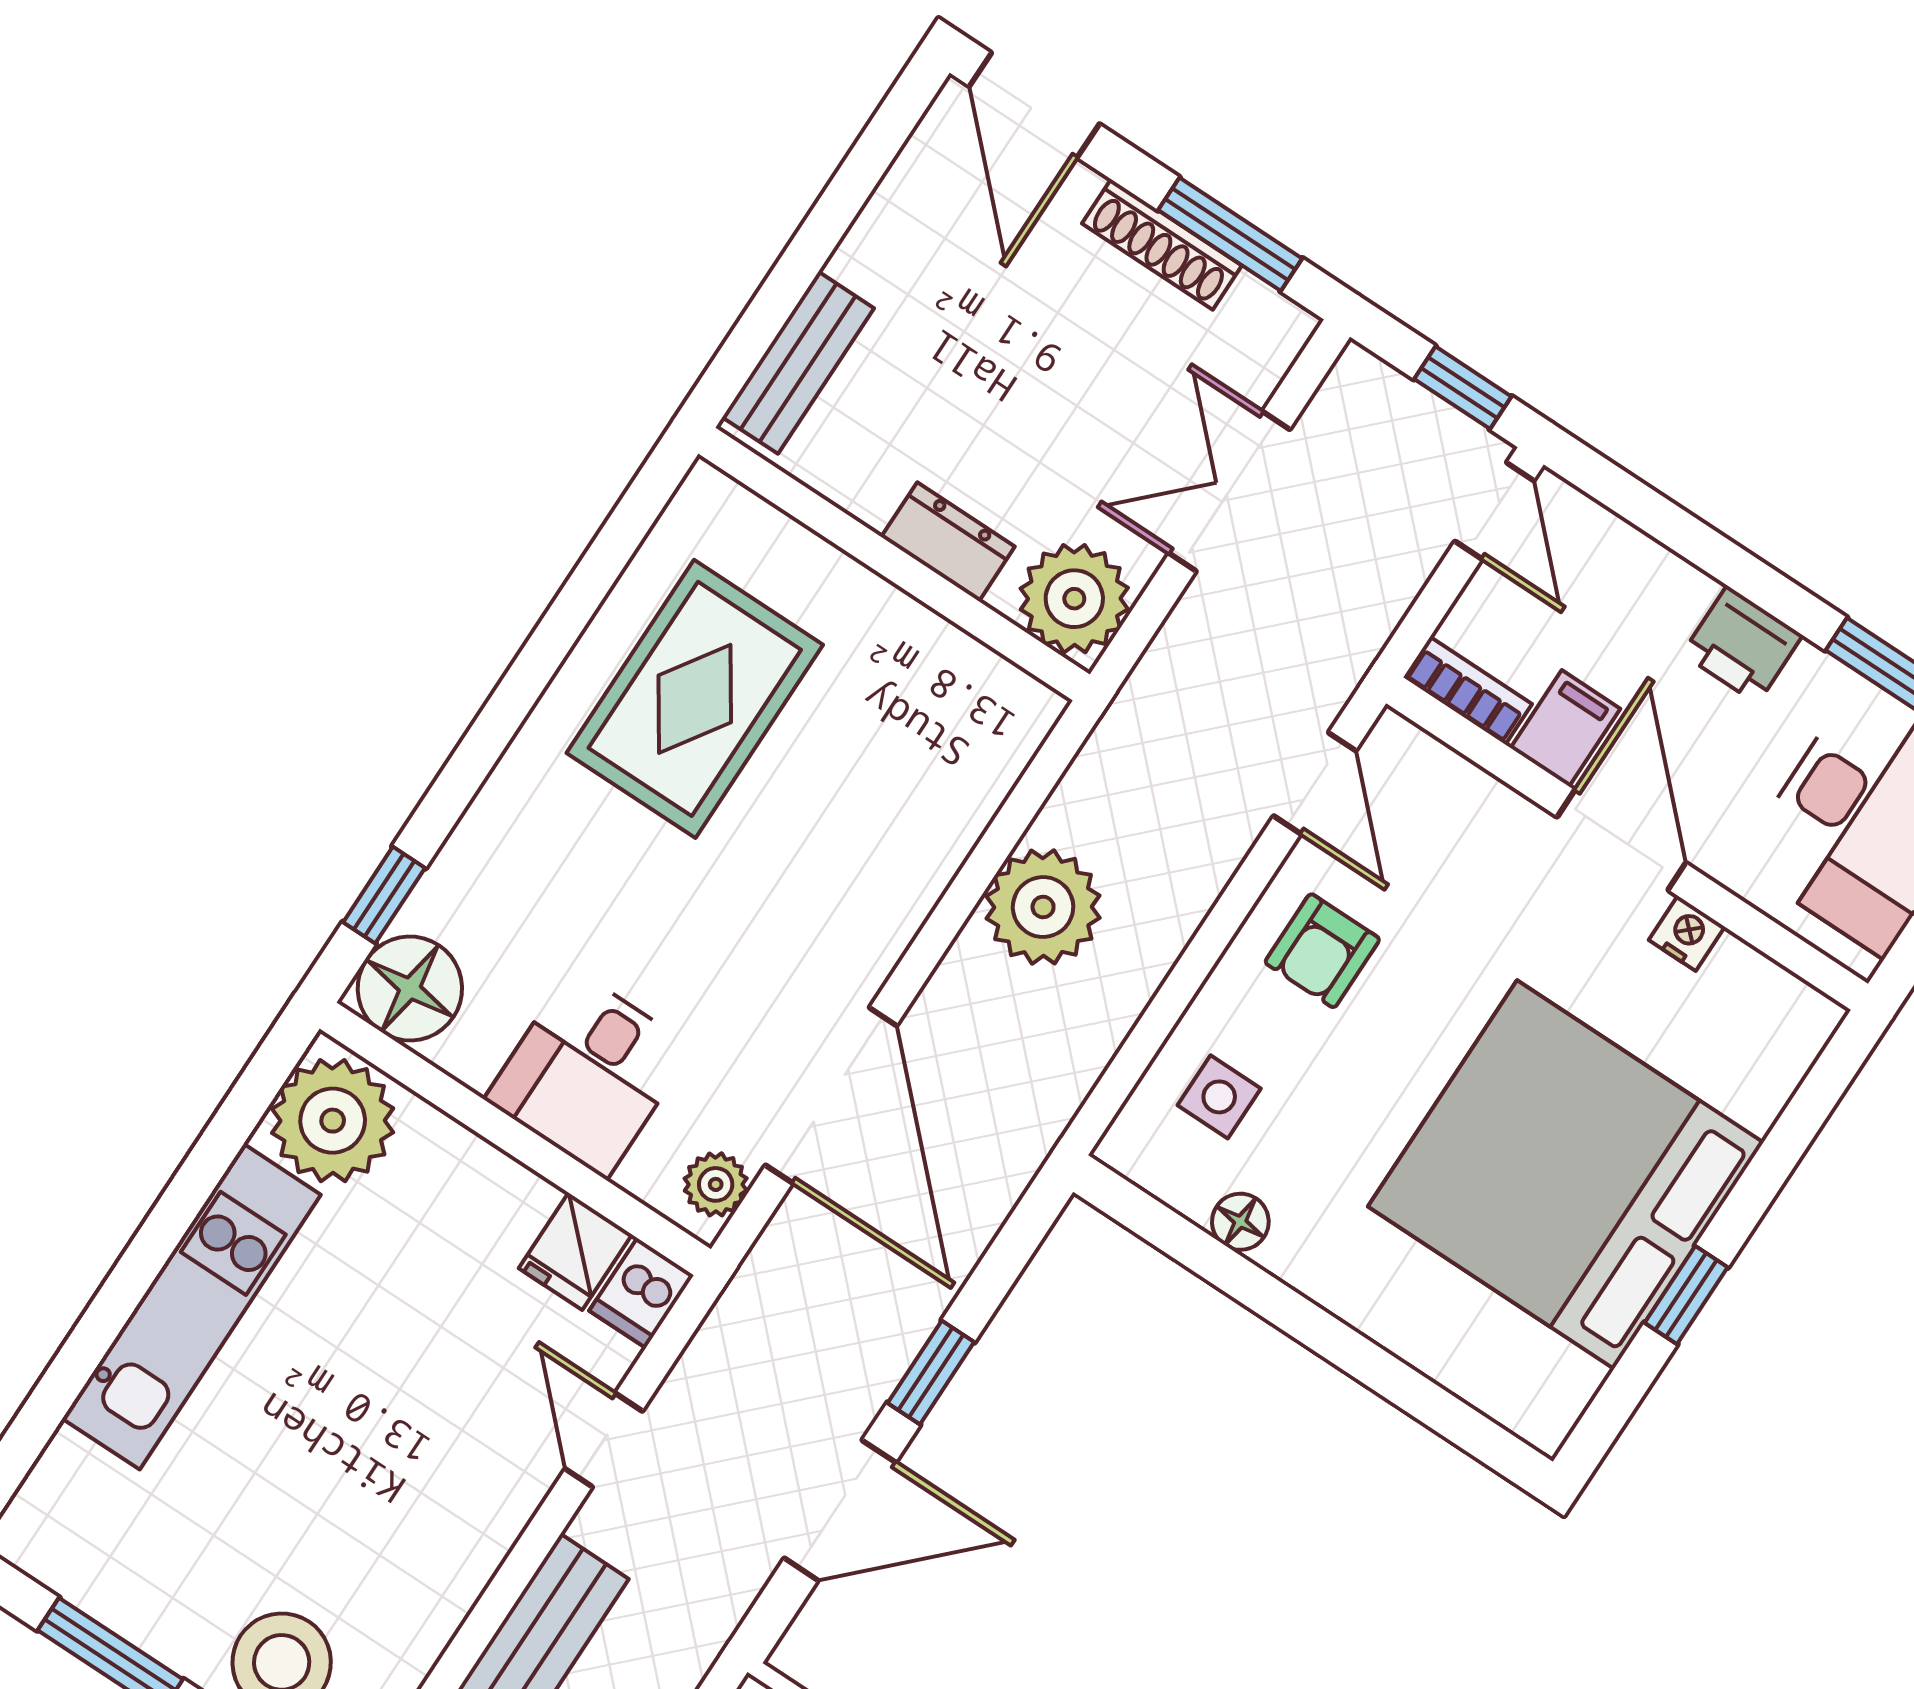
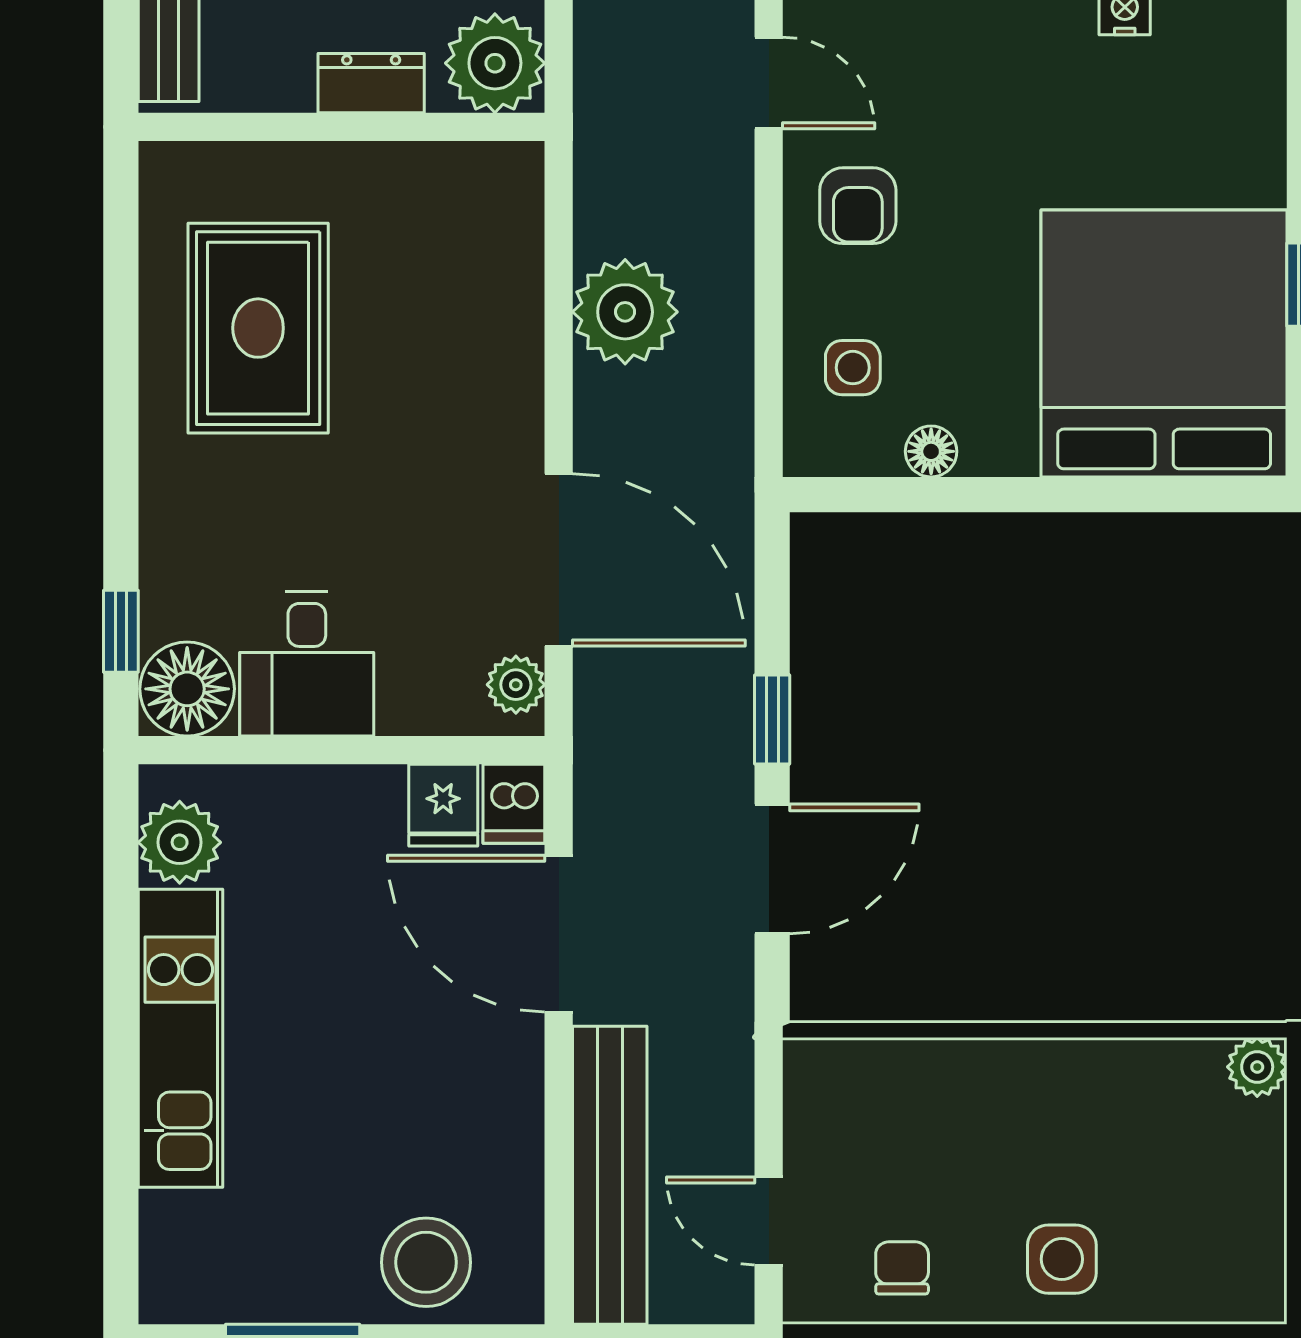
desk: (589, 1073) -> (307, 664), moved
plant: (333, 1121) -> (180, 842), width x0.73, depth x0.73
bed: (1566, 1175) -> (1164, 343), moved, turned 90
door: (604, 1440) -> (559, 934), width x1.87

